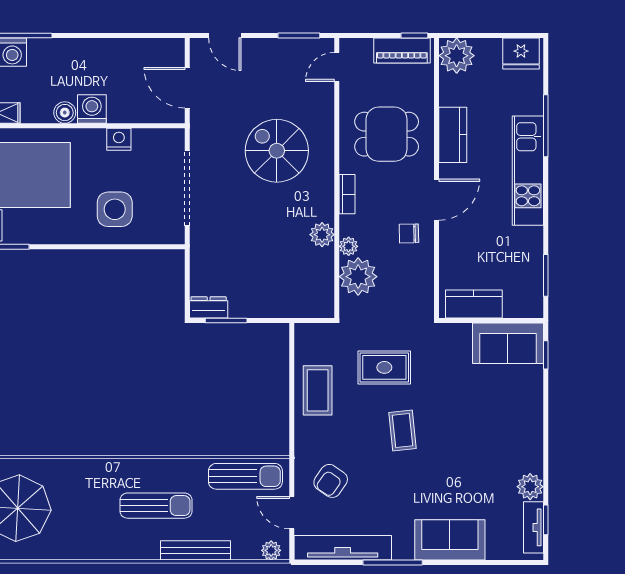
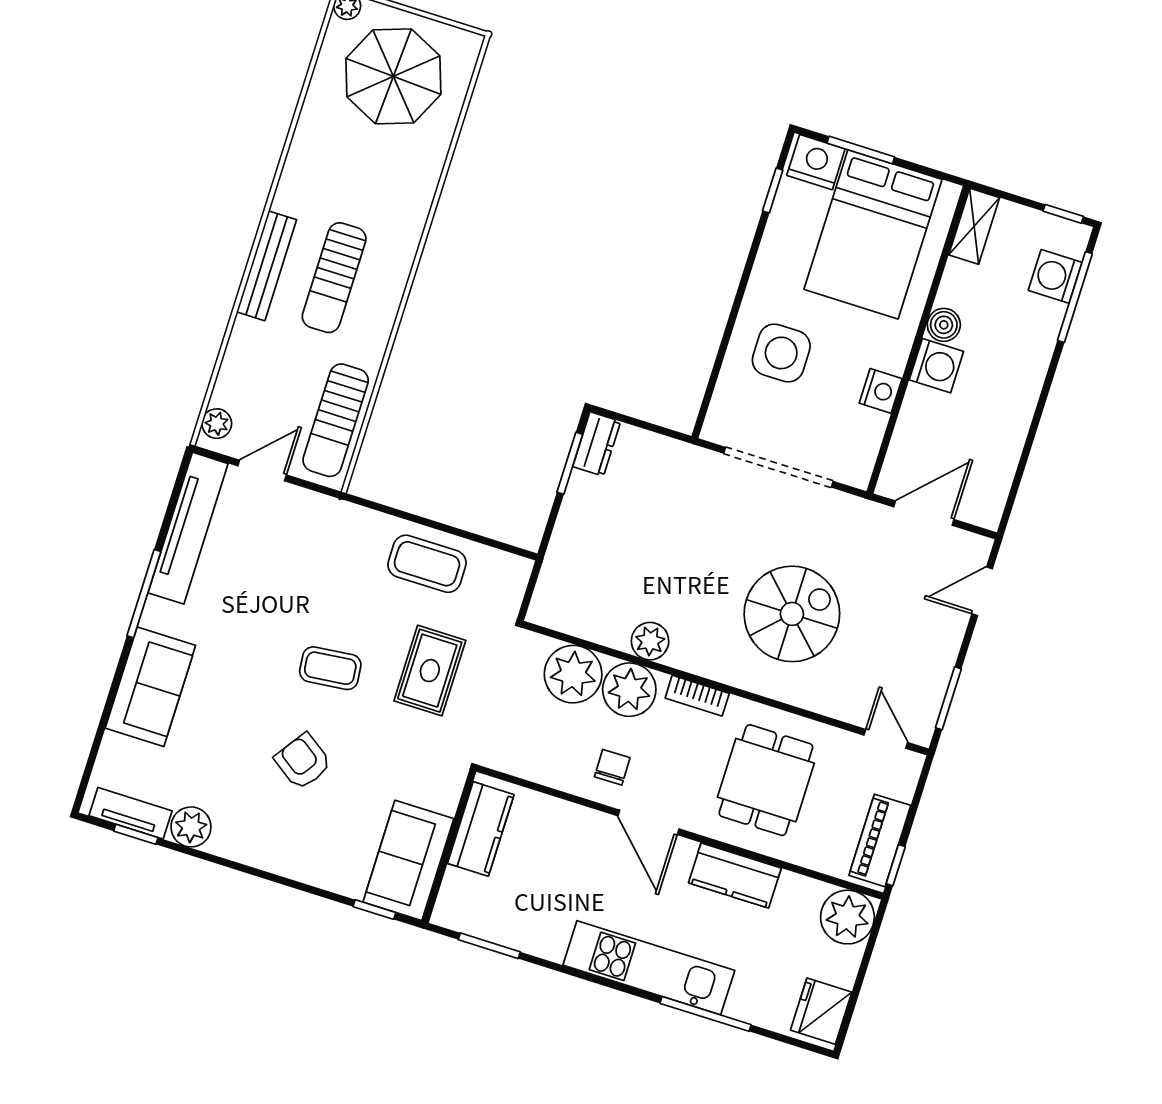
plant: (349, 246) -> (629, 690), width x1.87, depth x1.87
armchair: (331, 481) -> (303, 761), moved
bench: (195, 550) -> (267, 266), moved

